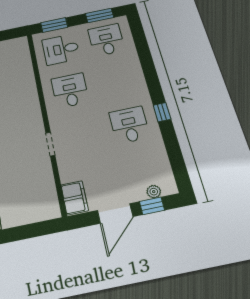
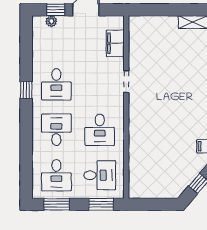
desk: (117, 81) -> (56, 130), added
filing cabinet: (75, 198) -> (115, 43), moved

